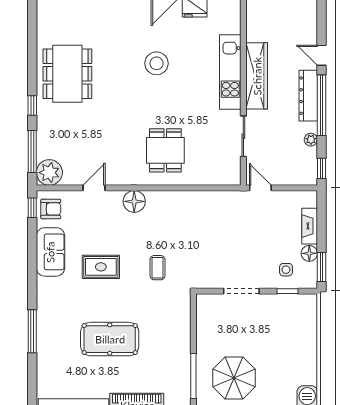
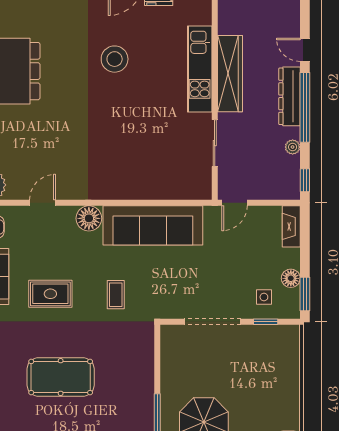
dining table: (165, 150) -> (125, 159), removed
door: (260, 188) -> (234, 203), swing flipped
sofa: (190, 208) -> (153, 225), added
fireplace: (310, 226) -> (291, 226), moved
doorway: (241, 291) -> (213, 322), width x1.36

